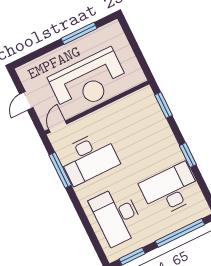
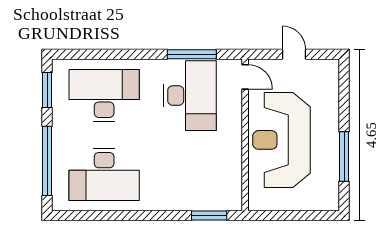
window: (188, 155) -> (135, 216), removed
desk: (89, 158) -> (190, 96), turned 180
desk: (170, 190) -> (104, 174), turned 90

